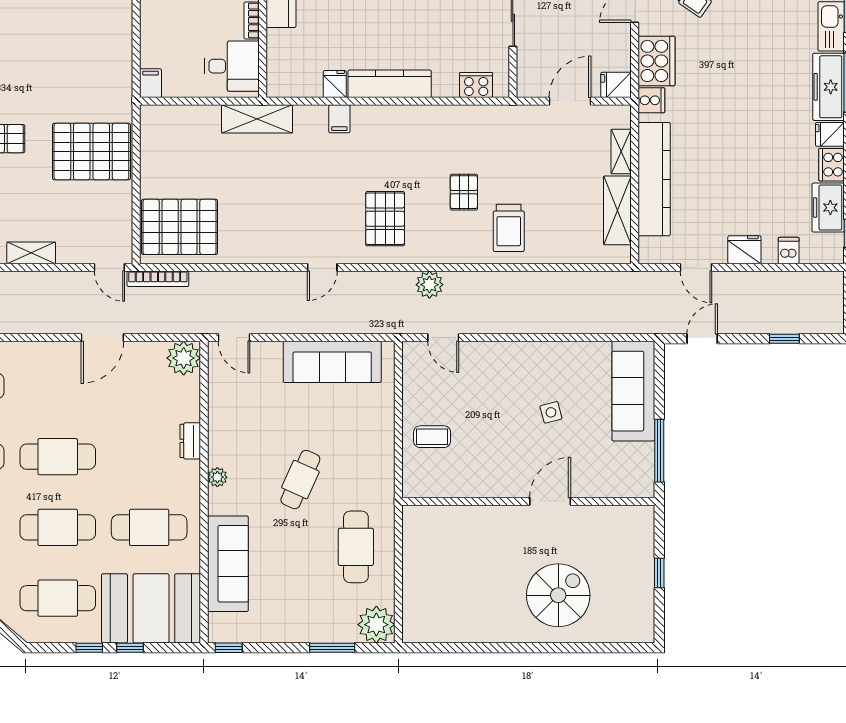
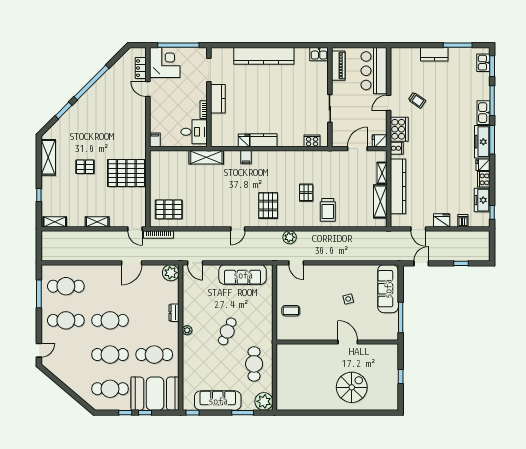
kitchen counter: (390, 84) -> (264, 140), width x0.67
pallet: (180, 227) -> (169, 209), width x0.73, depth x0.71
door: (550, 501) -> (348, 342), hinge flipped
sofa: (228, 564) -> (218, 401), moved, turned -90

